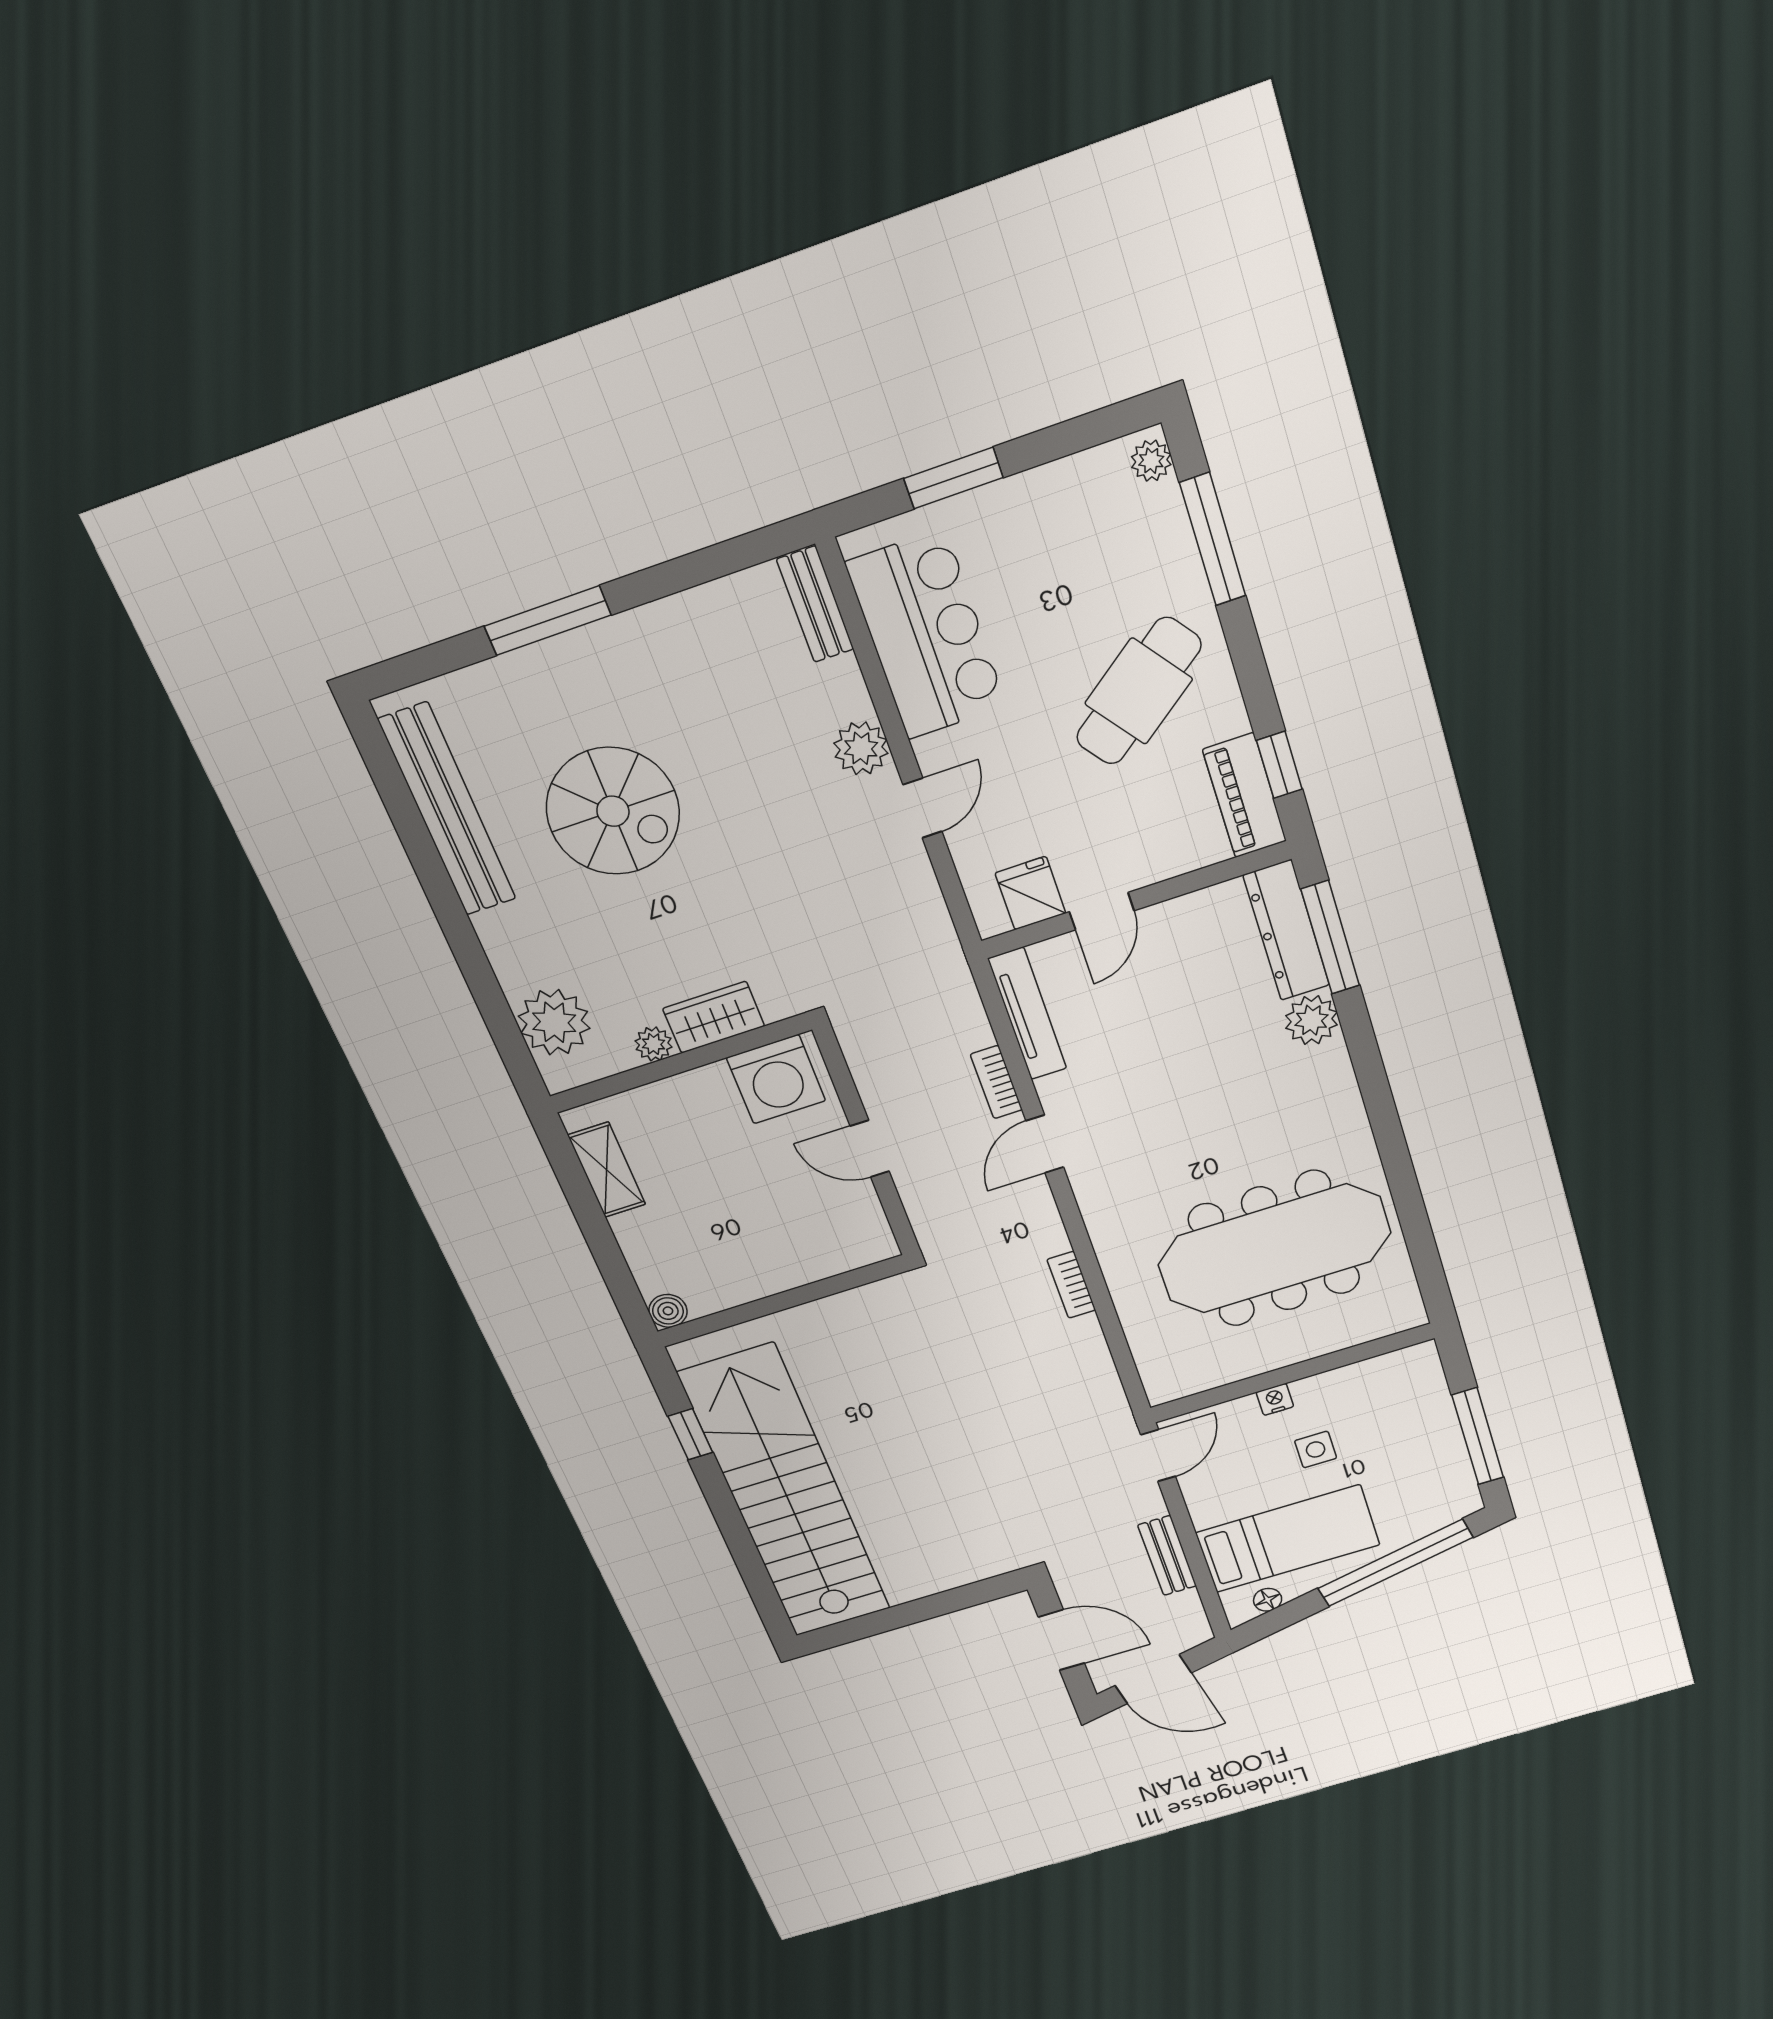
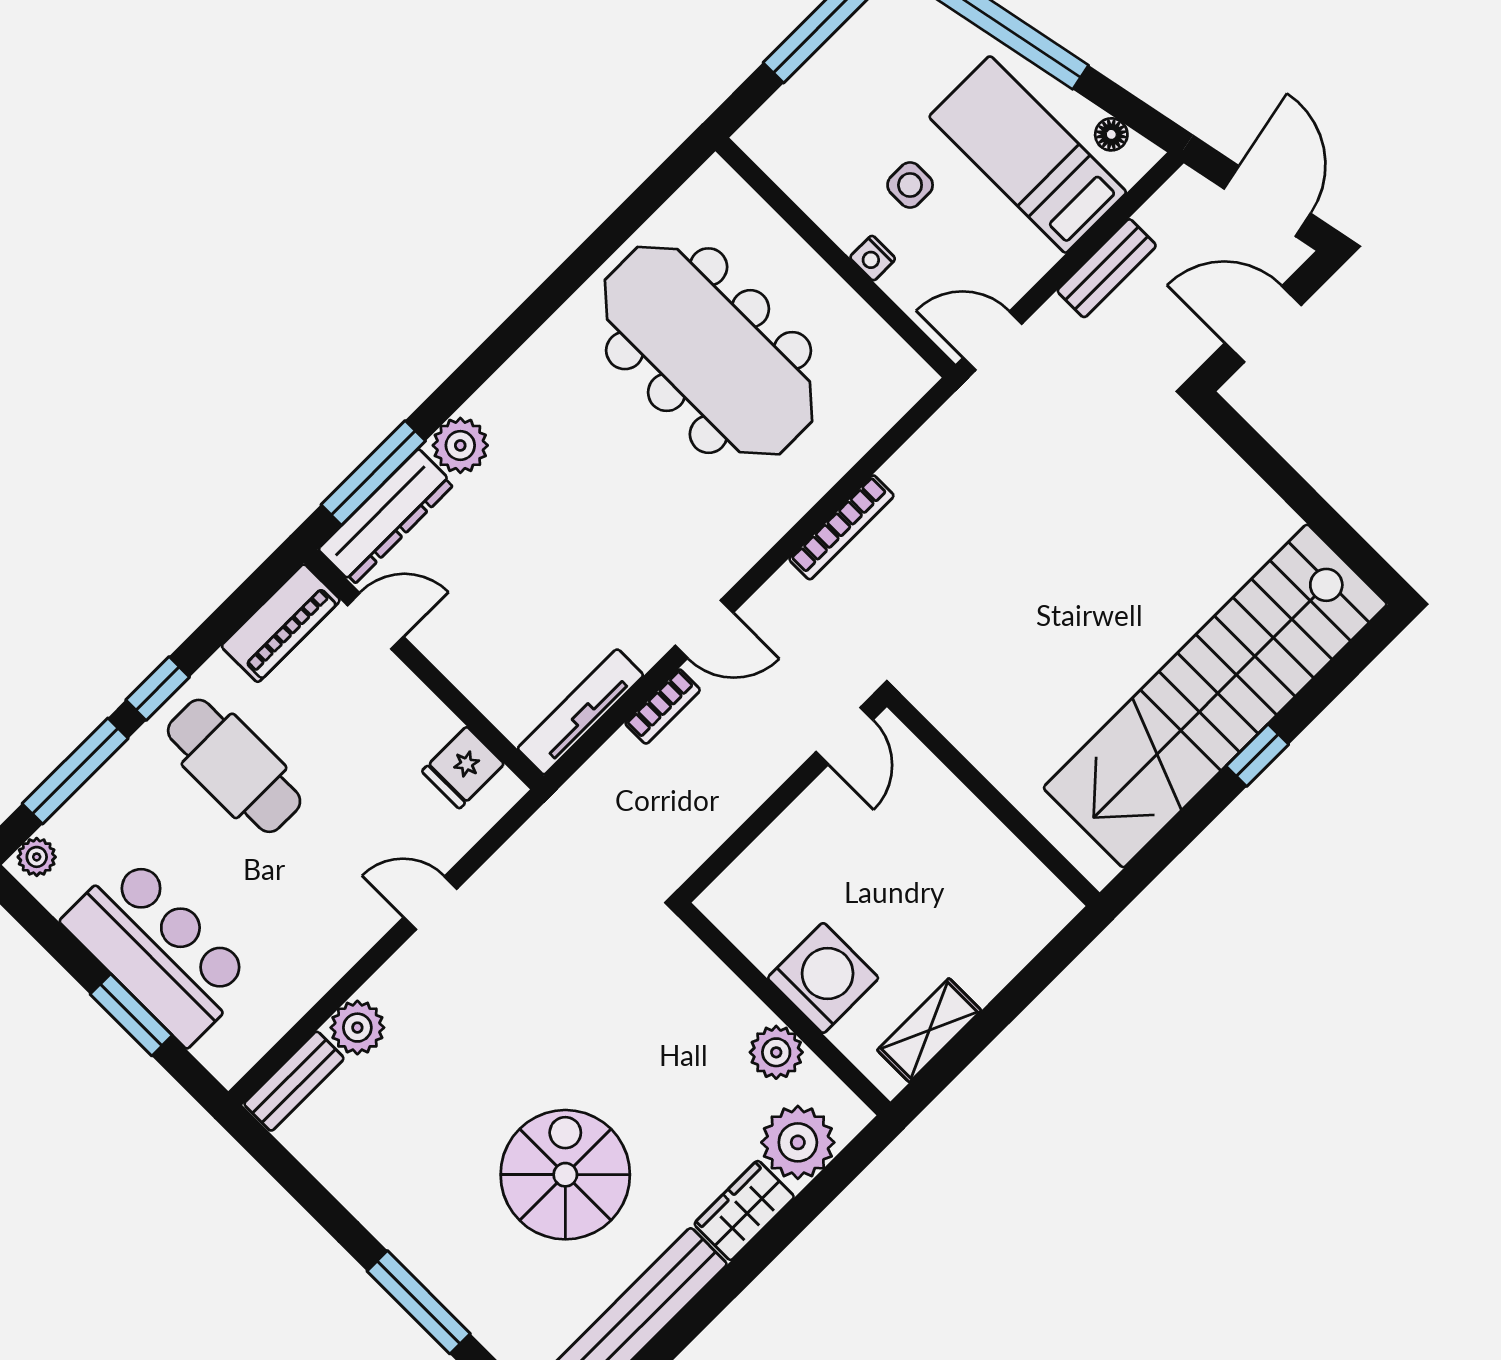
bar counter: (926, 635) -> (158, 950), moved, turned 90
cafe table: (1139, 691) -> (234, 766), turned 37
plant: (861, 748) -> (357, 1028), moved
window: (1279, 765) -> (158, 688), moved
door: (1102, 911) -> (375, 621), moved
wardrobe: (714, 1017) -> (744, 1210), moved, turned 90
plant: (654, 1044) -> (776, 1052), width x1.38, depth x1.38
washing machine: (776, 1079) -> (823, 978), moved
door: (870, 1149) -> (844, 736), moved
bookcase: (1071, 1285) -> (841, 527), width x1.56
boiler: (668, 1311) -> (1057, 906), removed
window: (690, 1434) -> (1257, 755), moved
door: (1061, 1640) -> (1263, 324), hinge flipped

